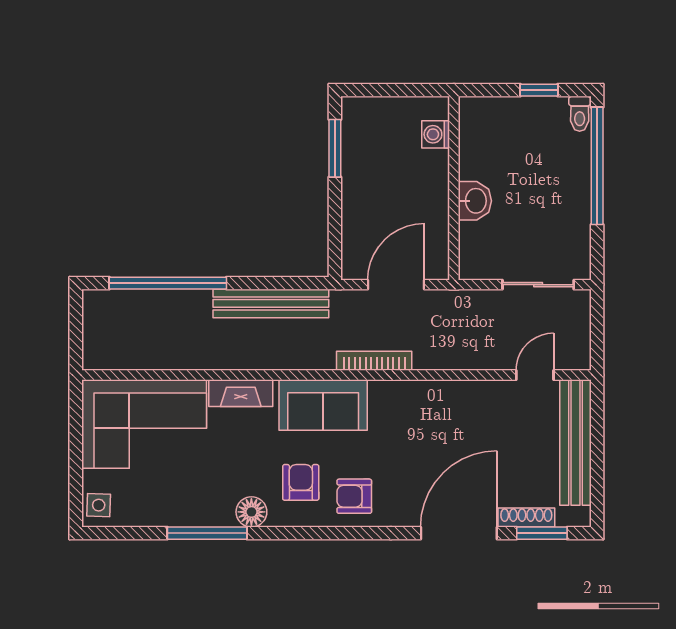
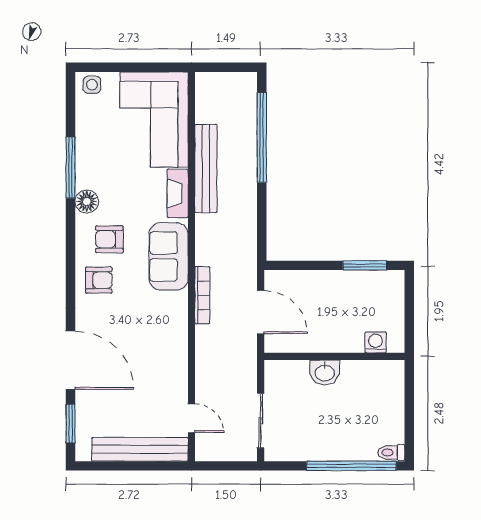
window: (539, 90) -> (409, 421), removed
bench: (271, 303) -> (206, 169), moved
armchair: (301, 482) -> (109, 239), turned 180
armchair: (354, 496) -> (99, 280), turned 90
shoe rack: (526, 518) -> (82, 412), removed

